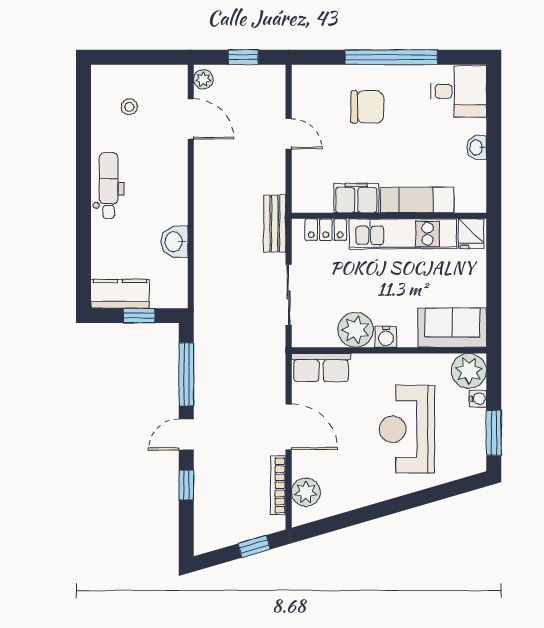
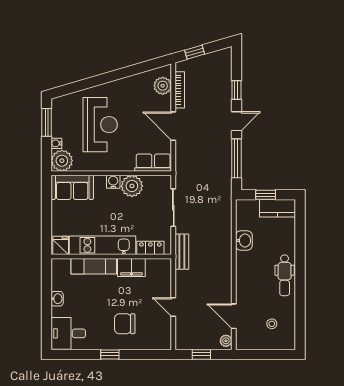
window: (391, 57) -> (110, 354), width x0.32

